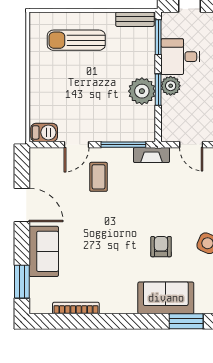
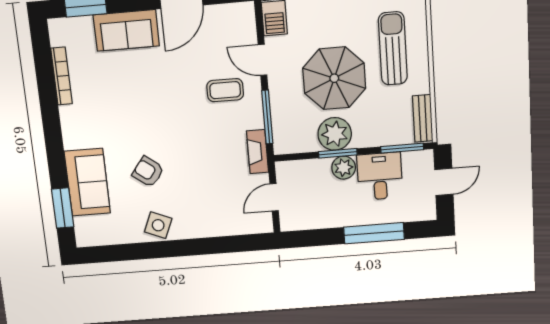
parasol: (96, 88) -> (334, 78), added
armchair: (161, 247) -> (148, 172), turned -143

